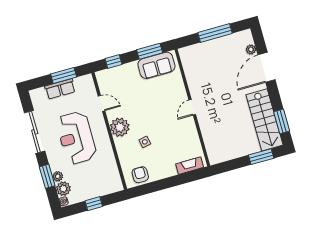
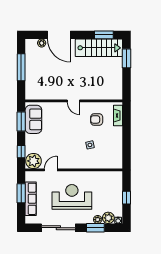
row of seats: (60, 89) -> (31, 199), width x1.48
plant: (120, 127) -> (33, 161), moved
reception desk: (76, 138) -> (72, 197), turned 180
armchair: (140, 175) -> (97, 119), moved

